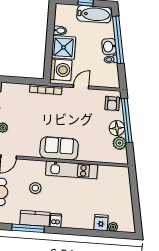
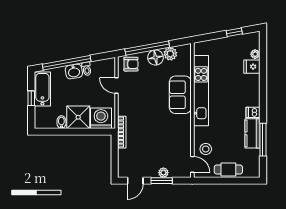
door: (81, 87) -> (116, 86), moved
sofa: (59, 148) -> (180, 95), moved
kitchen unit: (72, 170) -> (201, 91), width x1.36
stool: (35, 188) -> (206, 149), moved
window: (136, 208) -> (234, 32), added

